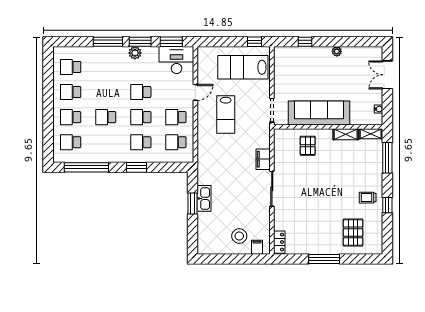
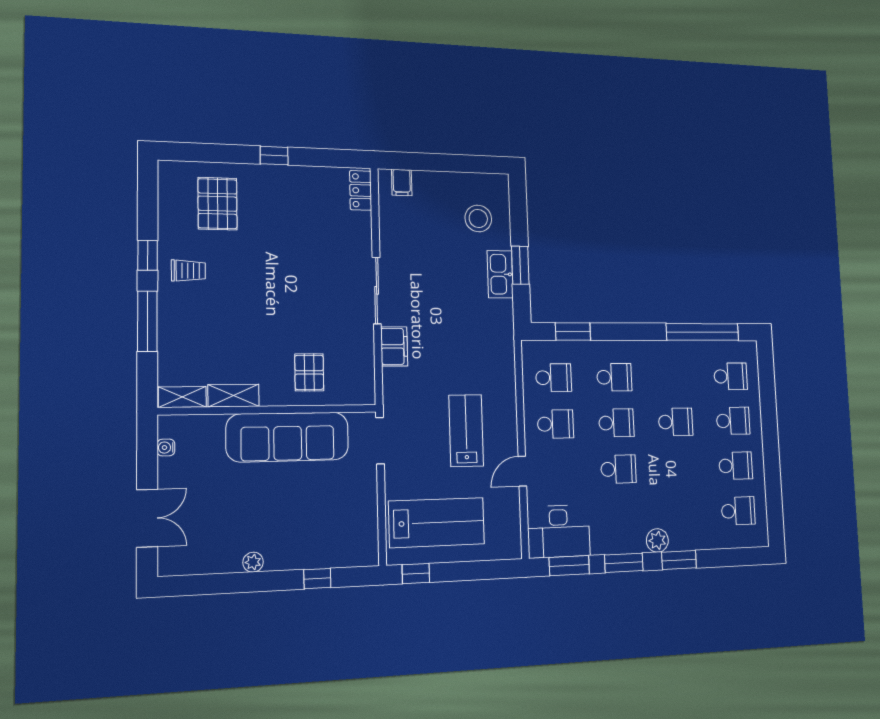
window: (108, 42) -> (679, 560), width x0.69
plant: (135, 53) -> (657, 540), moved
window: (387, 158) -> (147, 321), moved
window: (137, 167) -> (573, 331), moved
stool: (239, 236) -> (478, 218), moved
window: (324, 259) -> (274, 156), width x0.46

